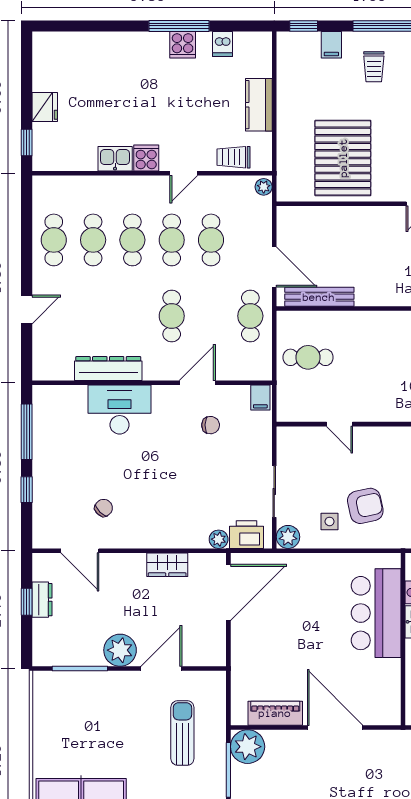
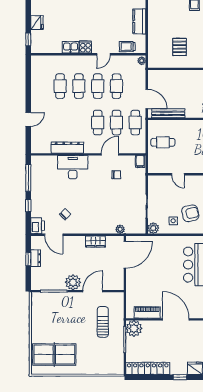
pallet: (343, 158) -> (180, 47), width x0.49, depth x0.50
cafe table: (54, 240) -> (116, 123), moved
printer: (247, 535) -> (38, 226), moved, turned 90

